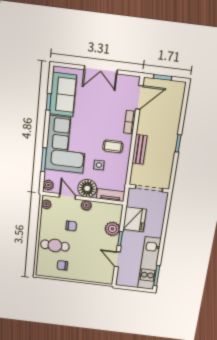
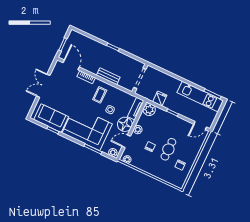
double door: (101, 70) -> (43, 86), swing flipped
fridge: (135, 219) -> (160, 99), width x0.53, depth x0.75
plant: (112, 229) -> (149, 110), moved
cafe table: (55, 245) -> (168, 149), moved
door: (117, 259) -> (200, 126), moved

